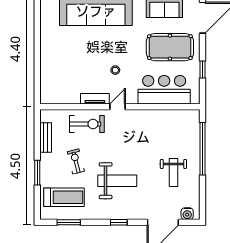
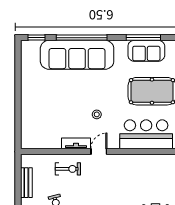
exercise bike: (87, 124) -> (68, 169), width x0.73, depth x0.72

